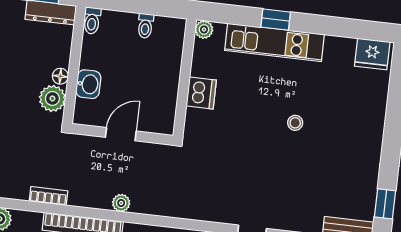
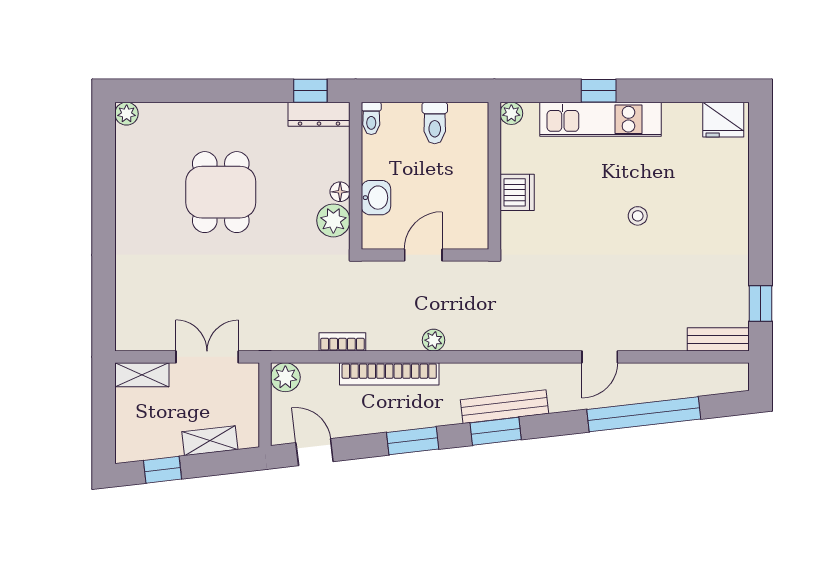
toilet: (145, 26) -> (435, 123), width x1.37, depth x1.39

